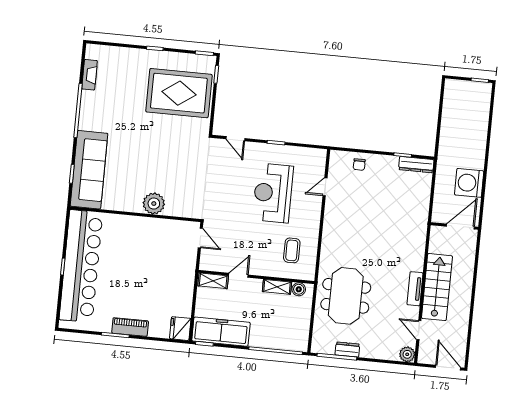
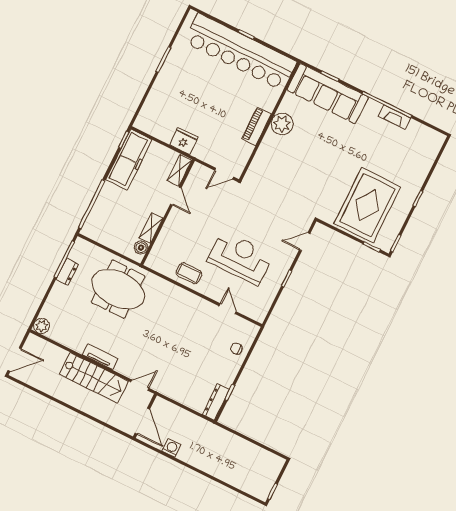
fireplace: (90, 75) -> (394, 117), moved
washing machine: (469, 183) -> (172, 448), width x0.53, depth x0.53
plant: (154, 204) -> (282, 124), moved
coffee table: (292, 250) -> (189, 273), moved
piano: (130, 327) -> (256, 126), moved, turned 180
fridge: (180, 329) -> (184, 141), moved
door: (419, 330) -> (140, 385), moved

